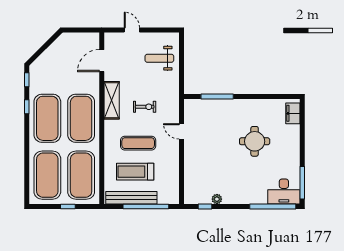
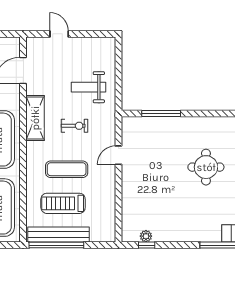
weight bench: (159, 58) -> (89, 87), moved
door: (181, 131) -> (118, 155), hinge flipped
plant: (217, 199) -> (146, 236), moved
window: (146, 206) -> (56, 245), moved

